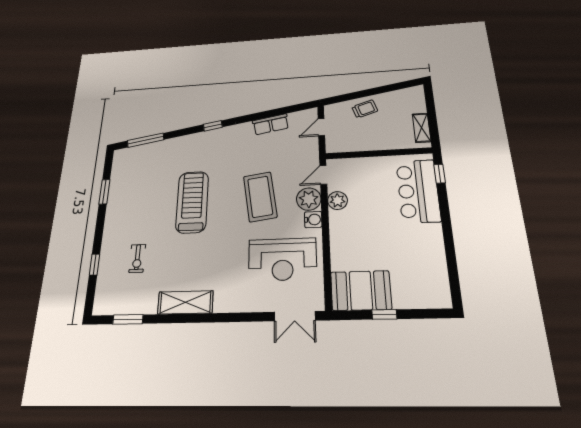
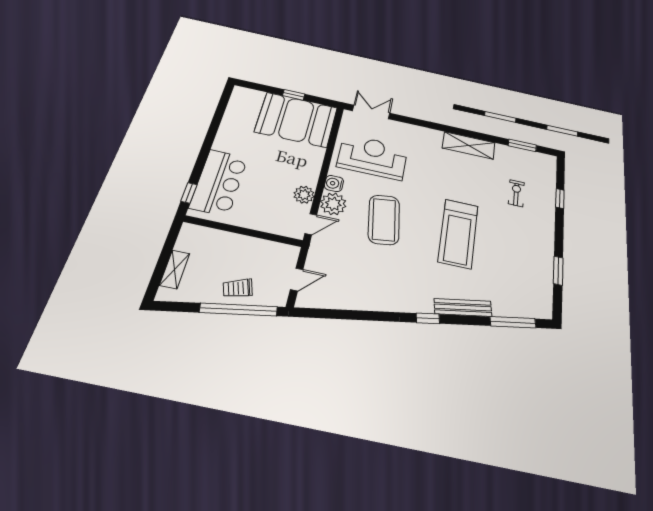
window: (358, 95) -> (239, 310), added
row of seats: (271, 124) -> (356, 300), removed
shelving: (422, 128) -> (175, 269), moved
bench: (186, 141) -> (463, 308), added
booth: (361, 290) -> (296, 120), width x1.36, depth x1.42

